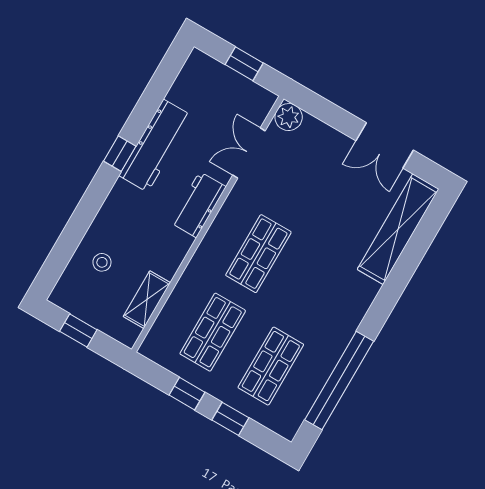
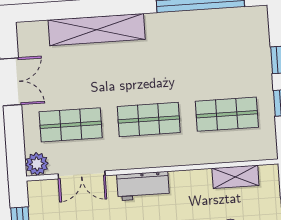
shelving: (398, 229) -> (97, 30), moved
shop shelf: (271, 366) -> (71, 125), moved

